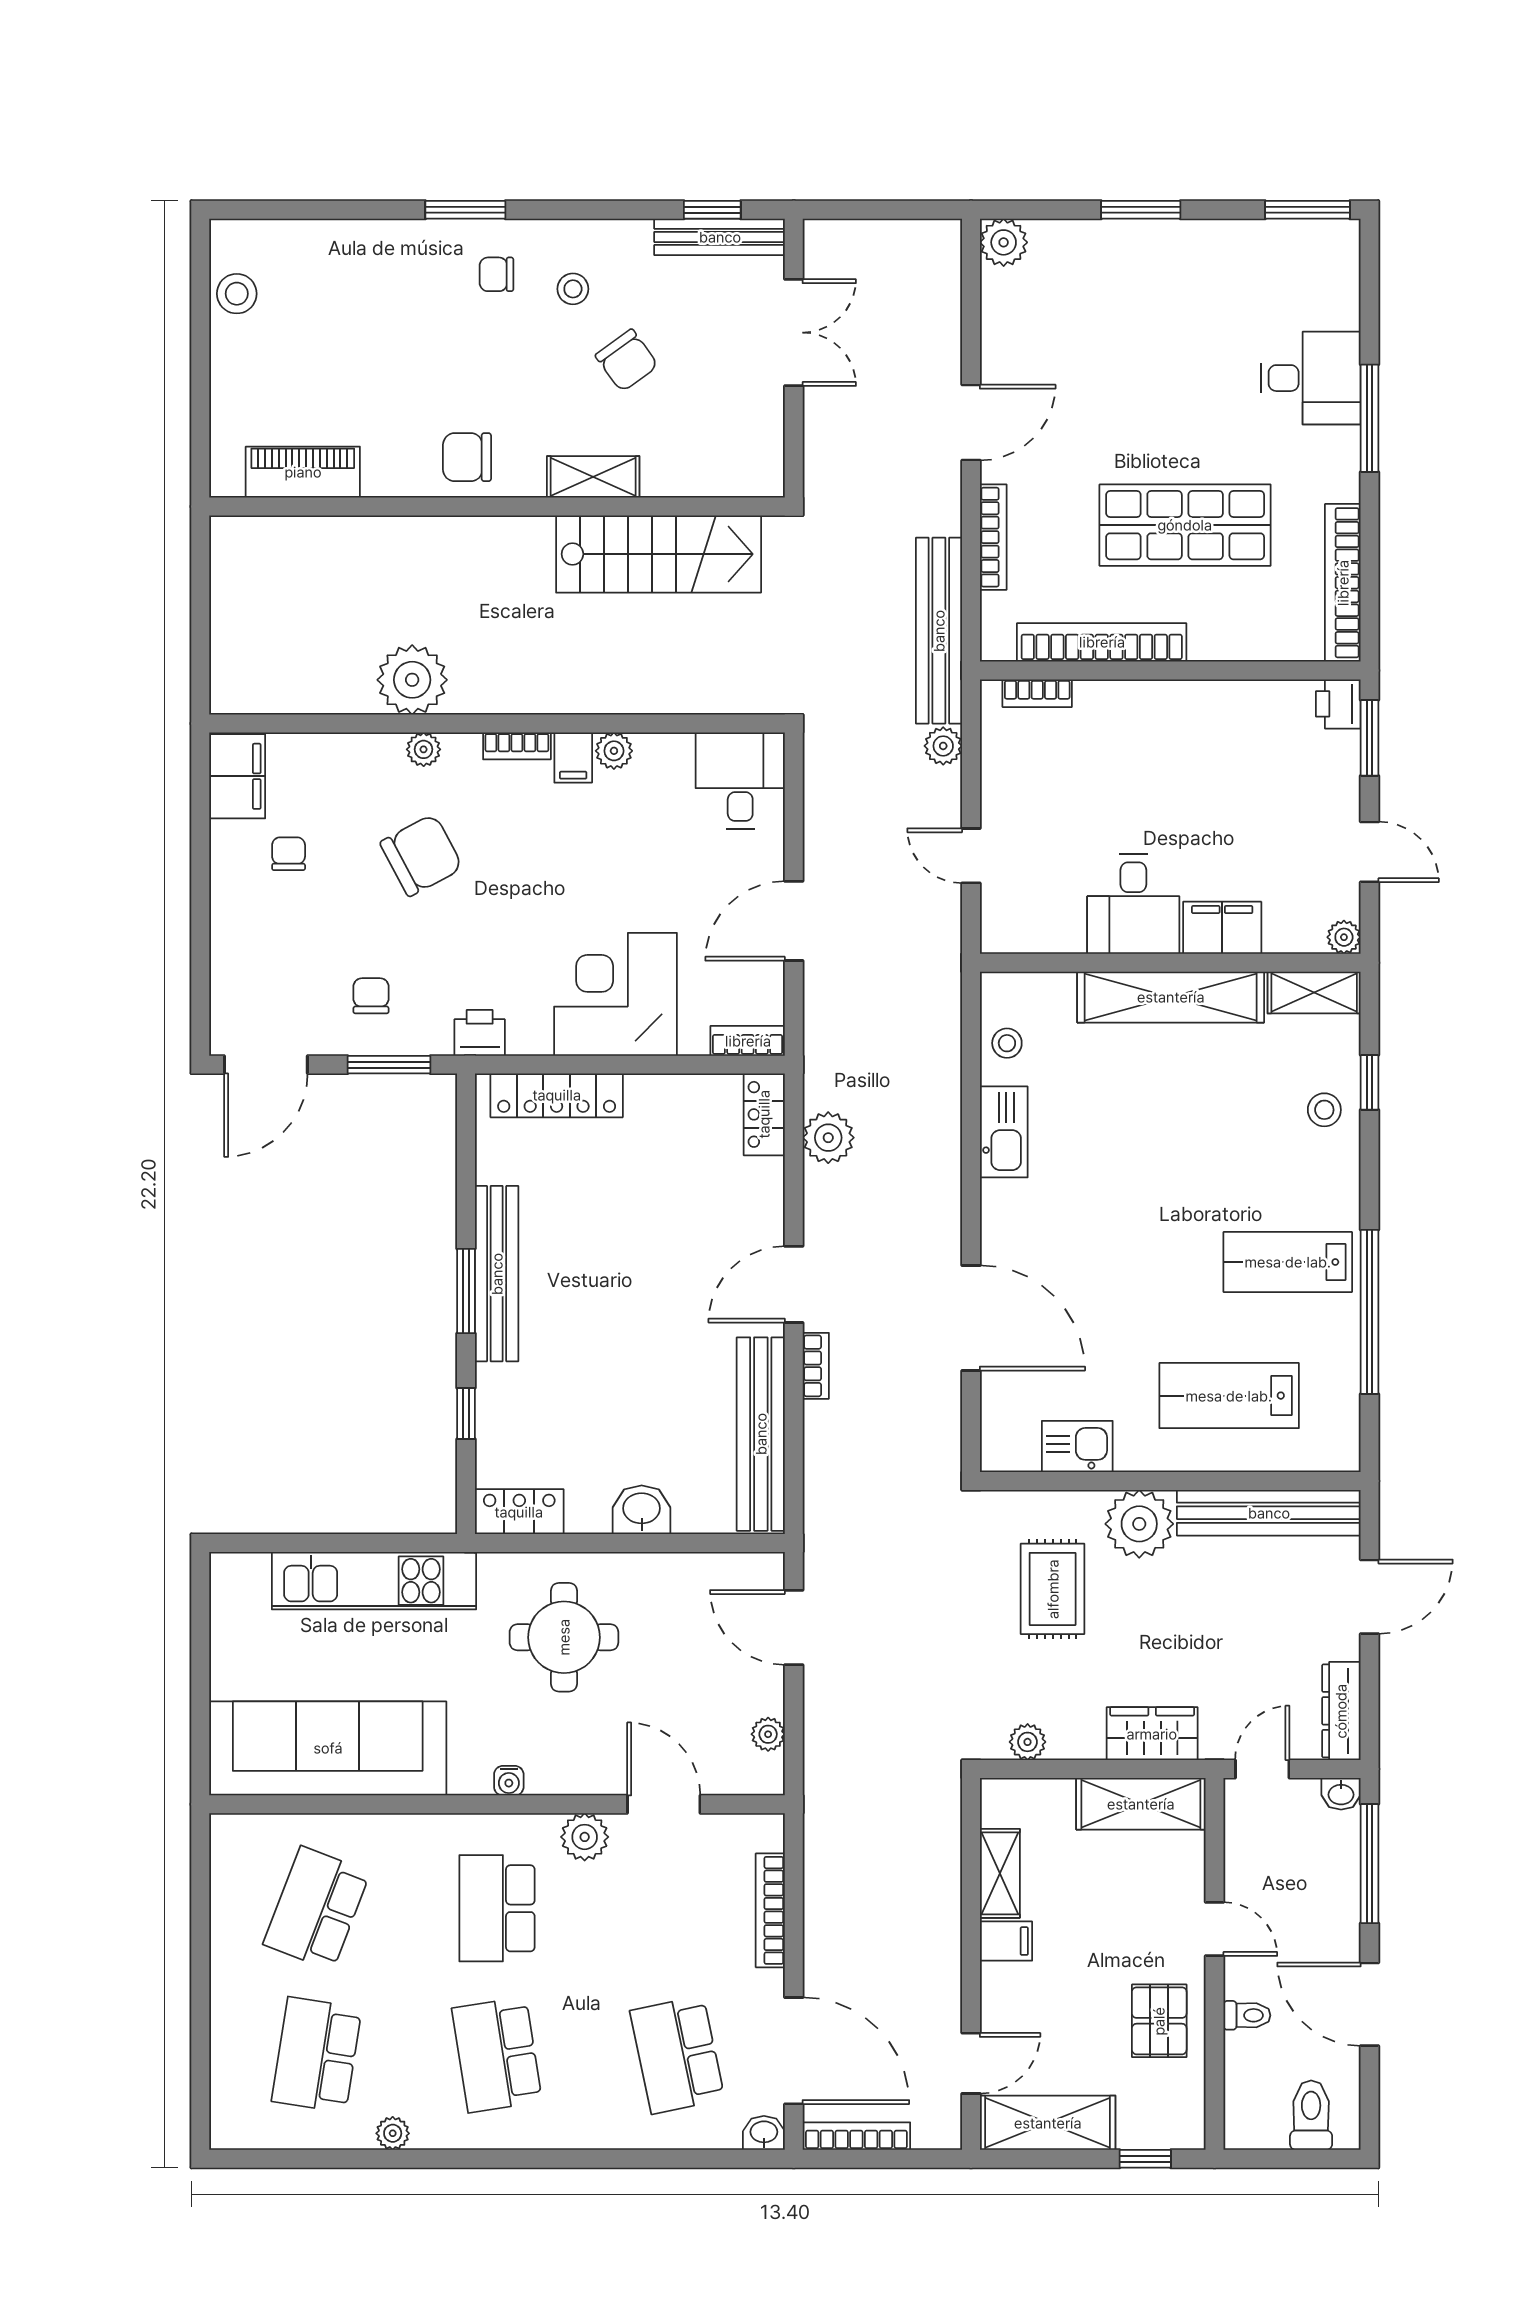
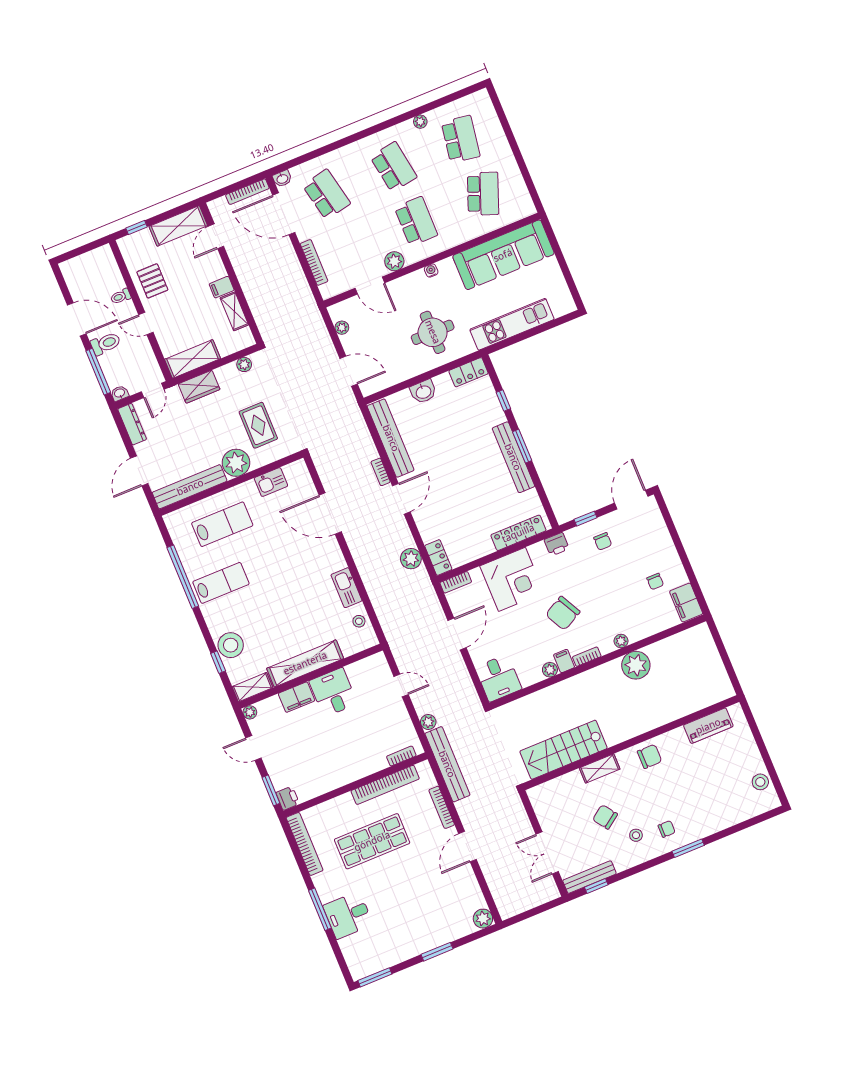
chair: (421, 855) -> (563, 613), moved
window: (389, 1065) -> (585, 519), width x0.67
stool: (1324, 1110) -> (231, 645), width x1.89, depth x1.89
toilet: (1311, 2115) -> (106, 344), moved, turned -90

